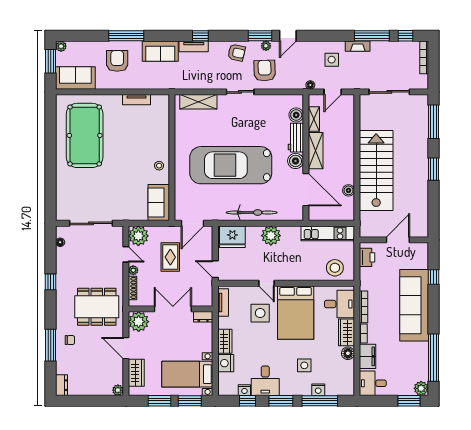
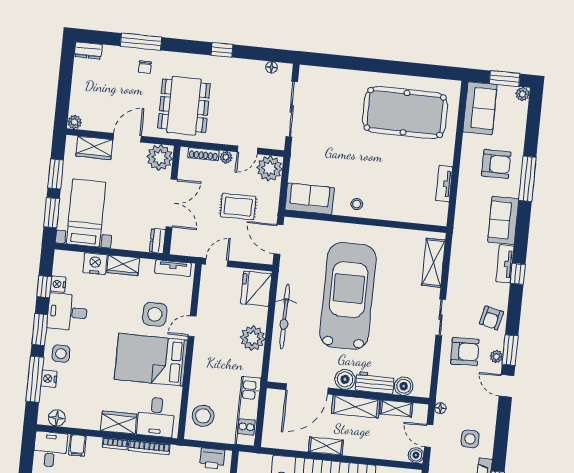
shelving: (348, 170) -> (326, 446), added
boiler: (349, 190) -> (416, 455), moved
floor lamp: (348, 353) -> (57, 418), moved
filing cabinet: (368, 356) -> (77, 445), width x0.50
side table: (304, 365) -> (61, 354), moved

